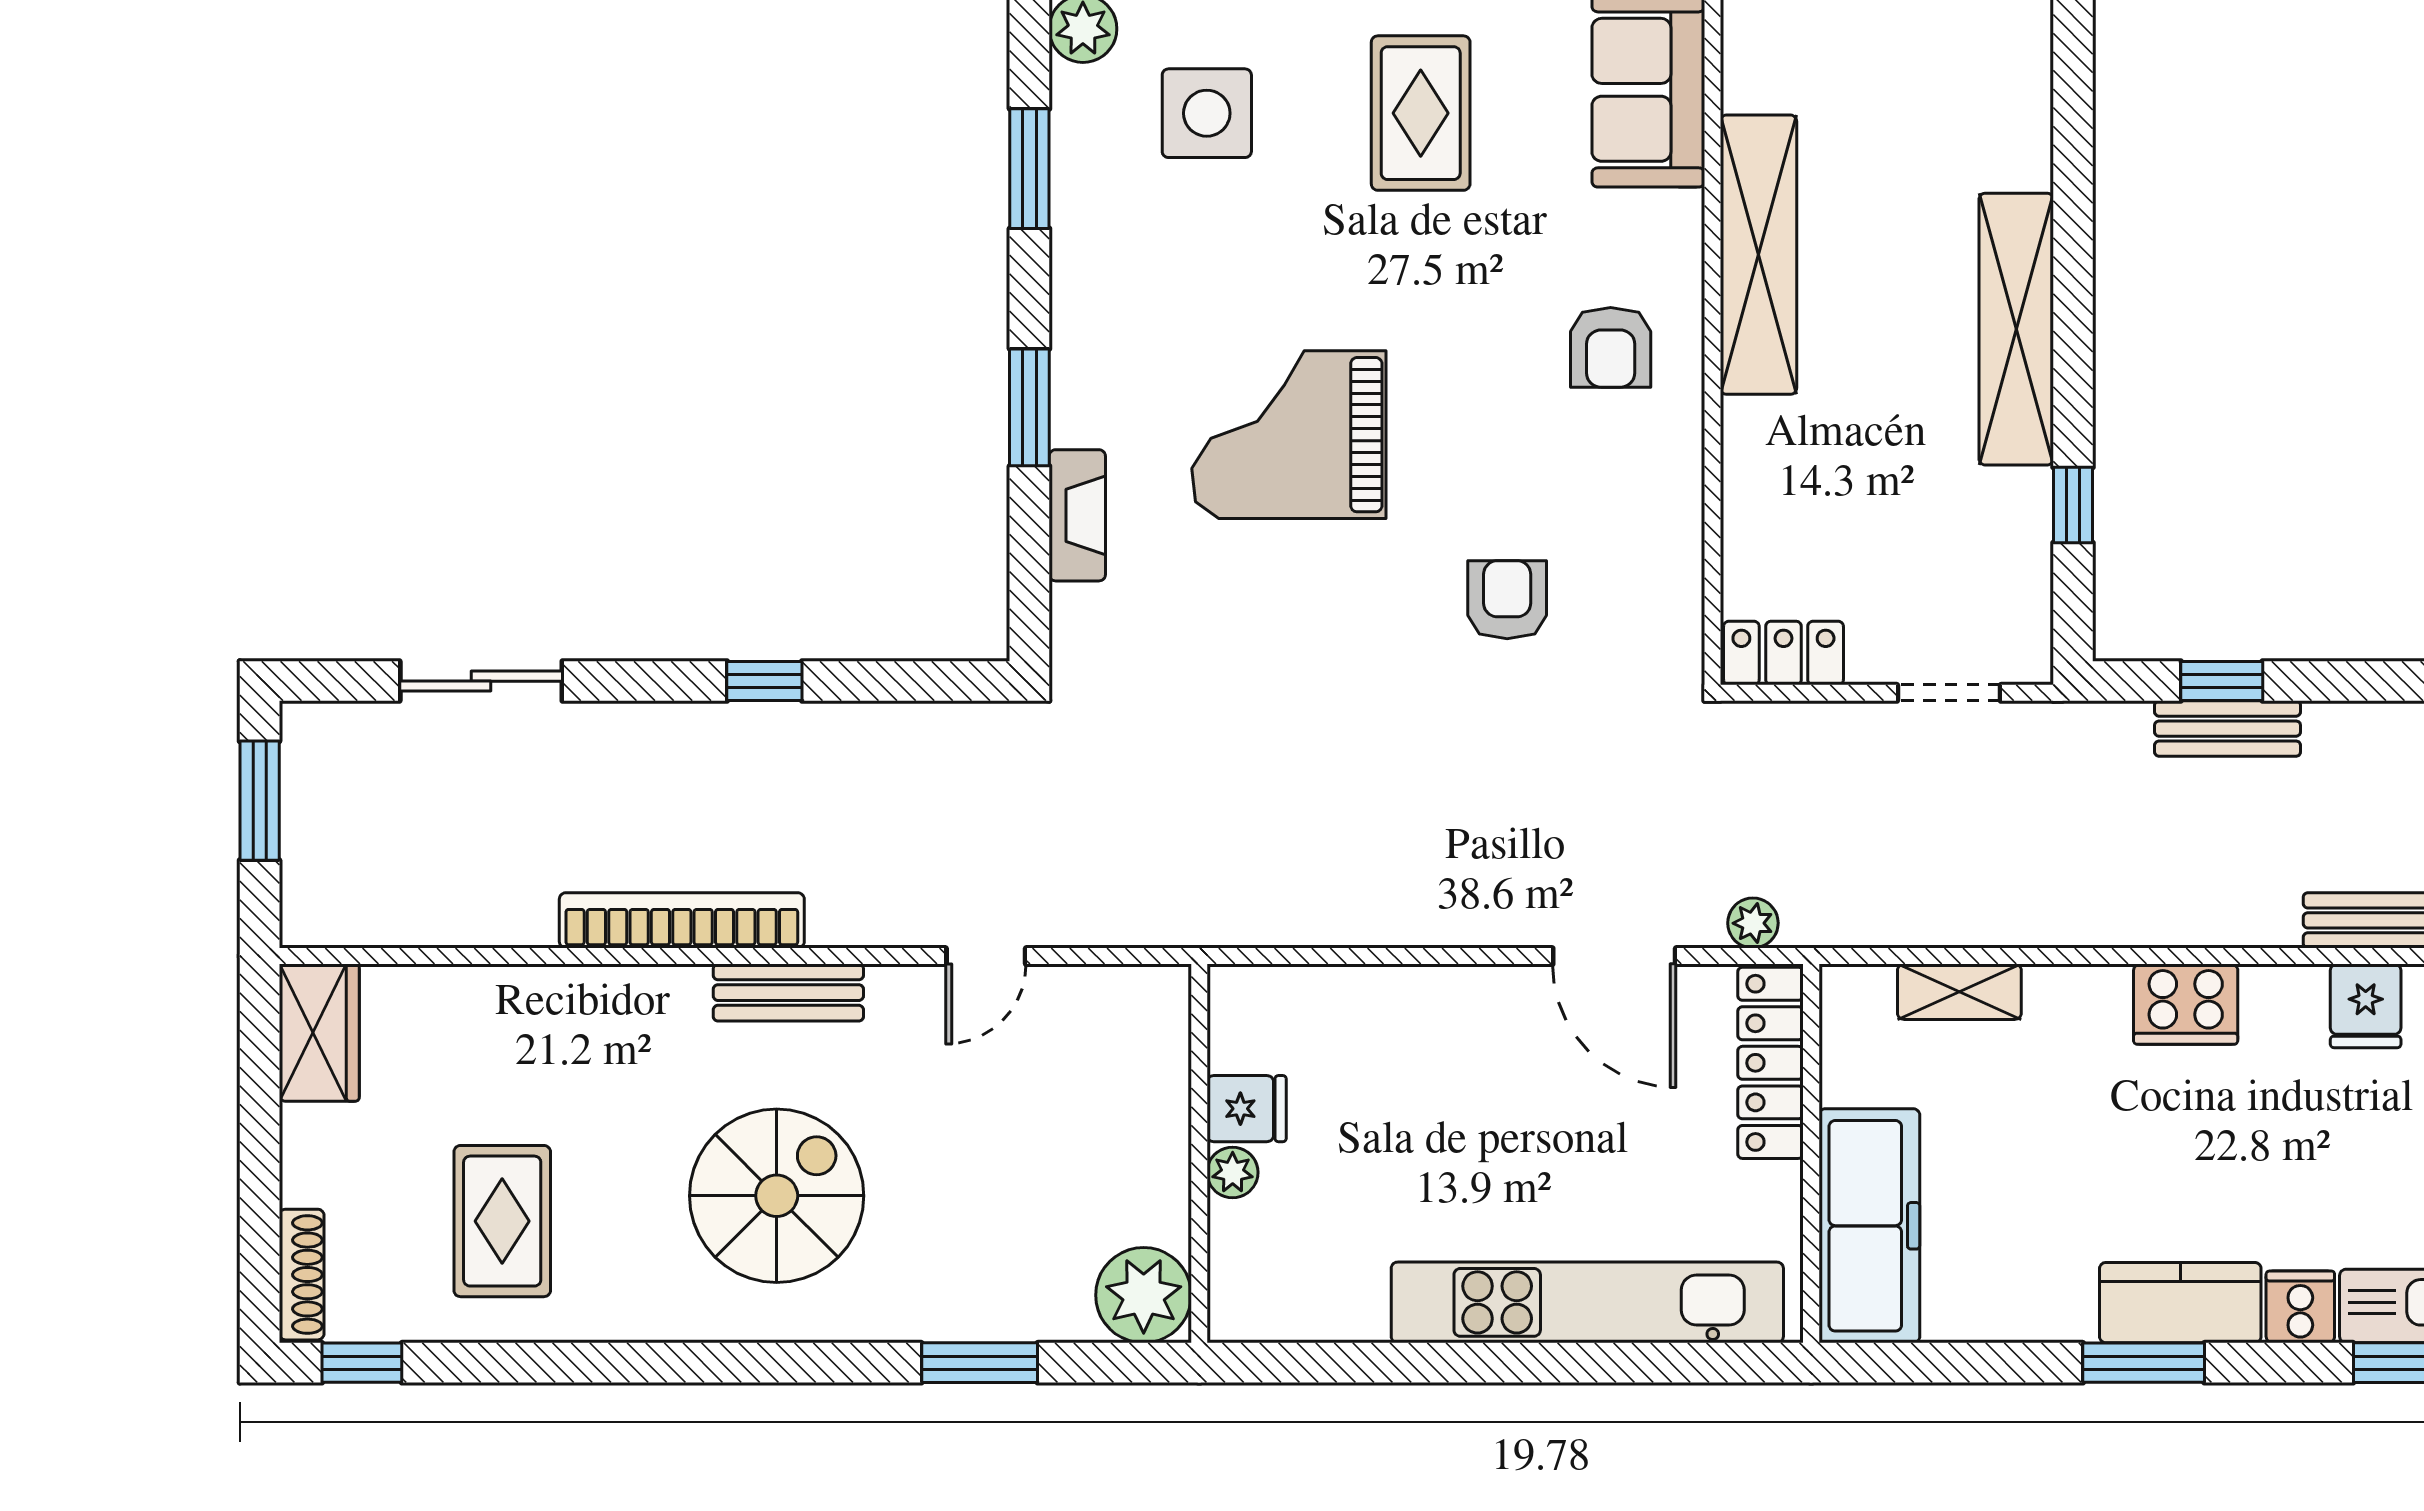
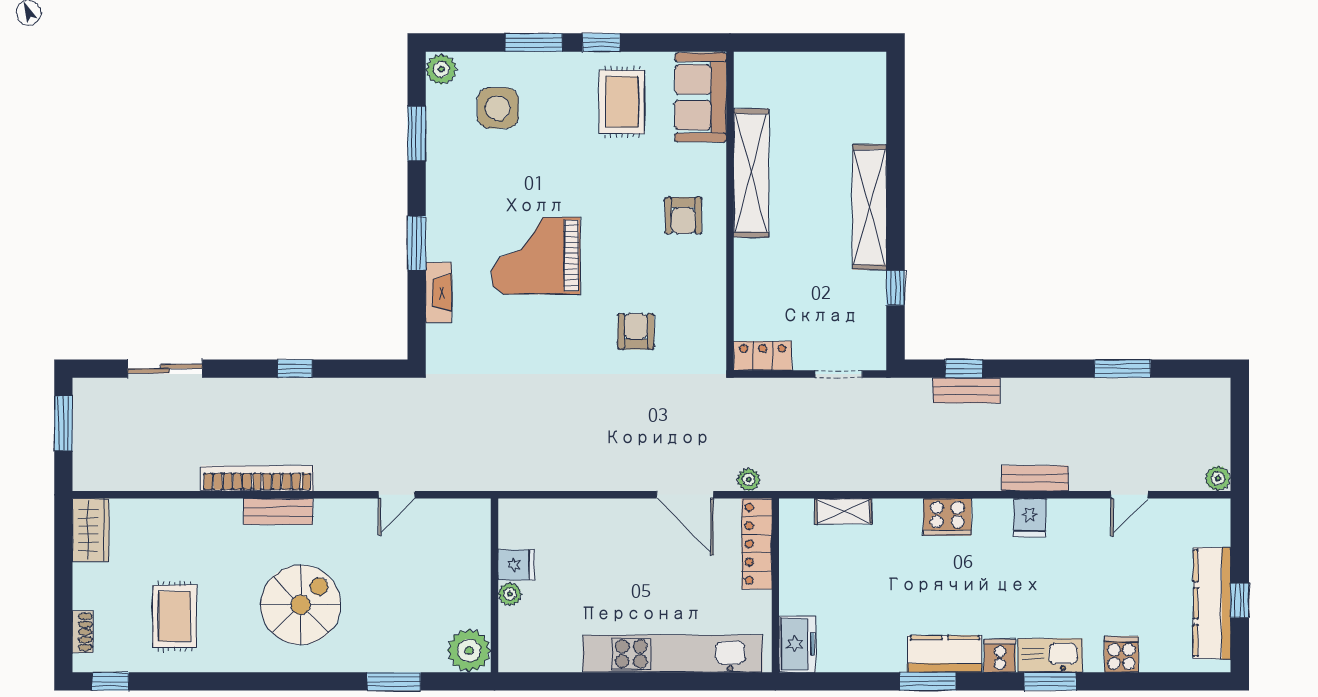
rug: (1421, 113) -> (622, 102), moved
bench: (788, 993) -> (278, 512), moved
freezer: (1869, 1226) -> (797, 644), width x0.52, depth x0.79
shoe rack: (302, 1275) -> (83, 632), width x0.70

